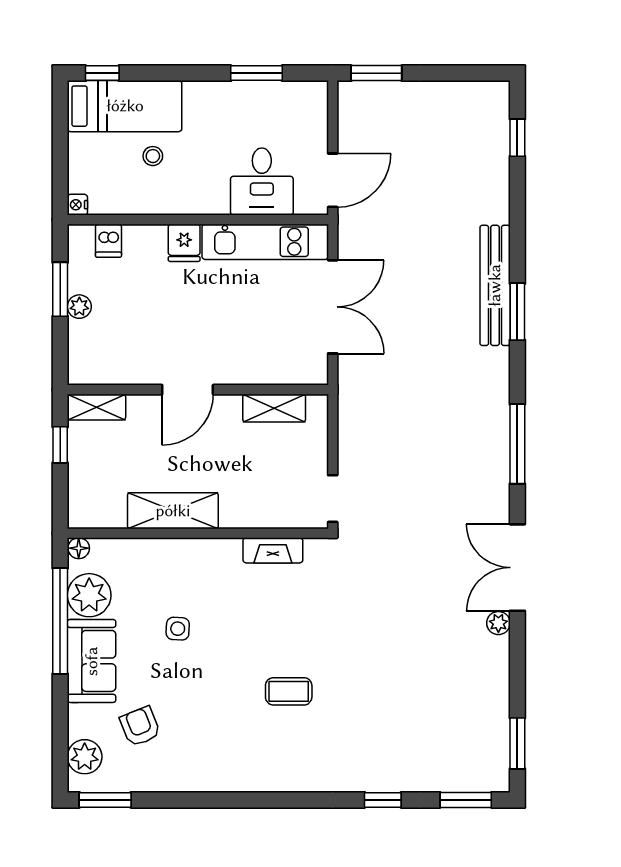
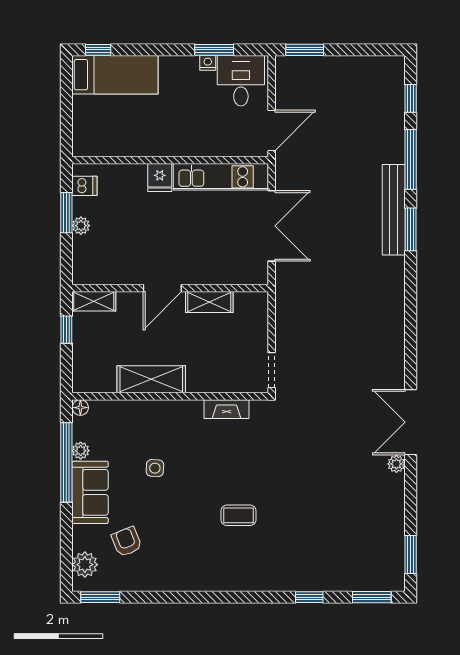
stool: (153, 156) -> (136, 112), removed
desk: (262, 182) -> (241, 81), moved, turned 180
nightstand: (77, 205) -> (208, 63), moved, turned 90
dishwasher: (108, 241) -> (84, 186), moved, turned -90
shelving: (274, 408) -> (209, 302), moved
window: (517, 444) -> (411, 159), moved
plant: (89, 595) -> (81, 451), width x0.53, depth x0.53

